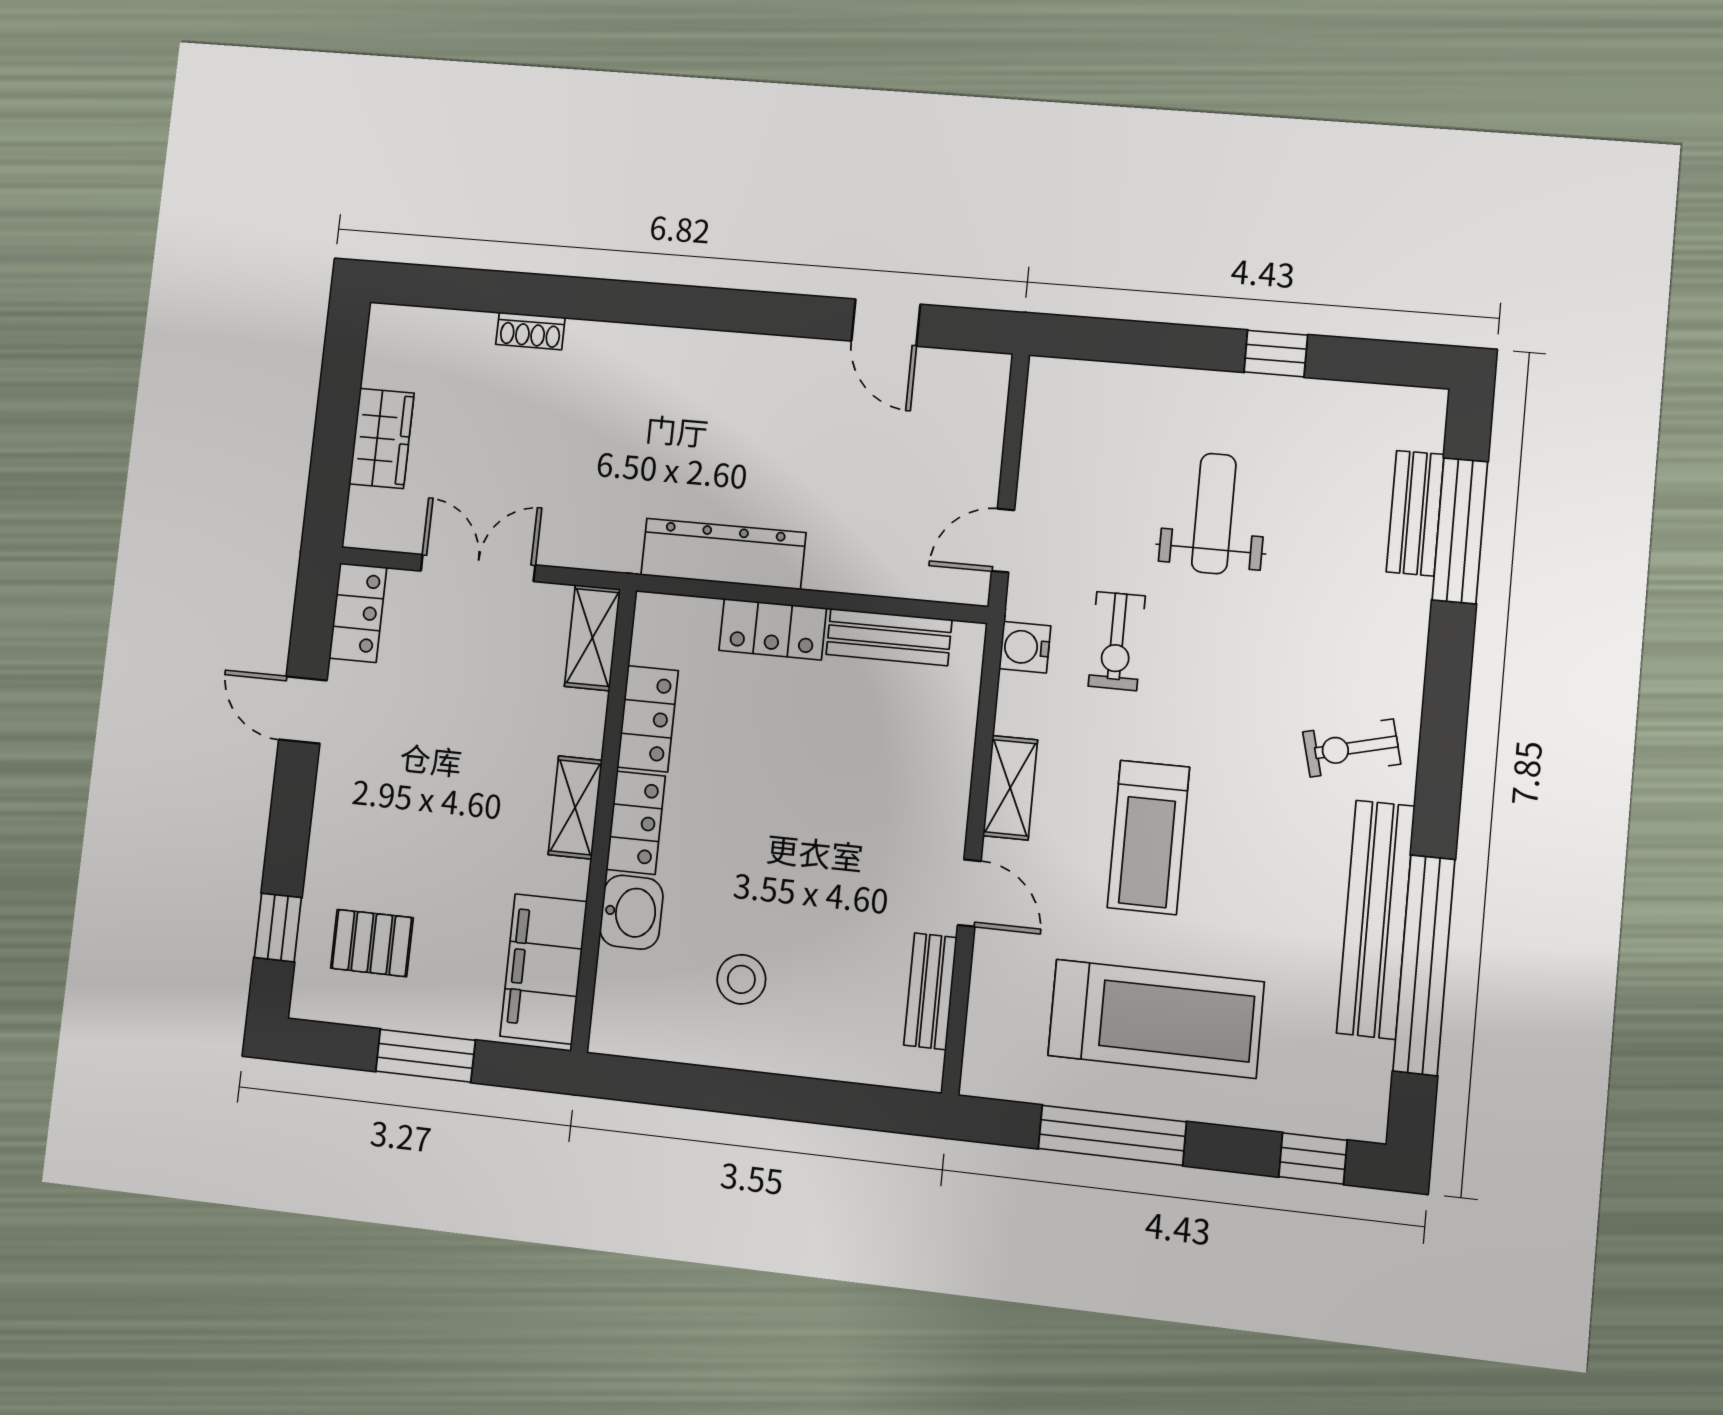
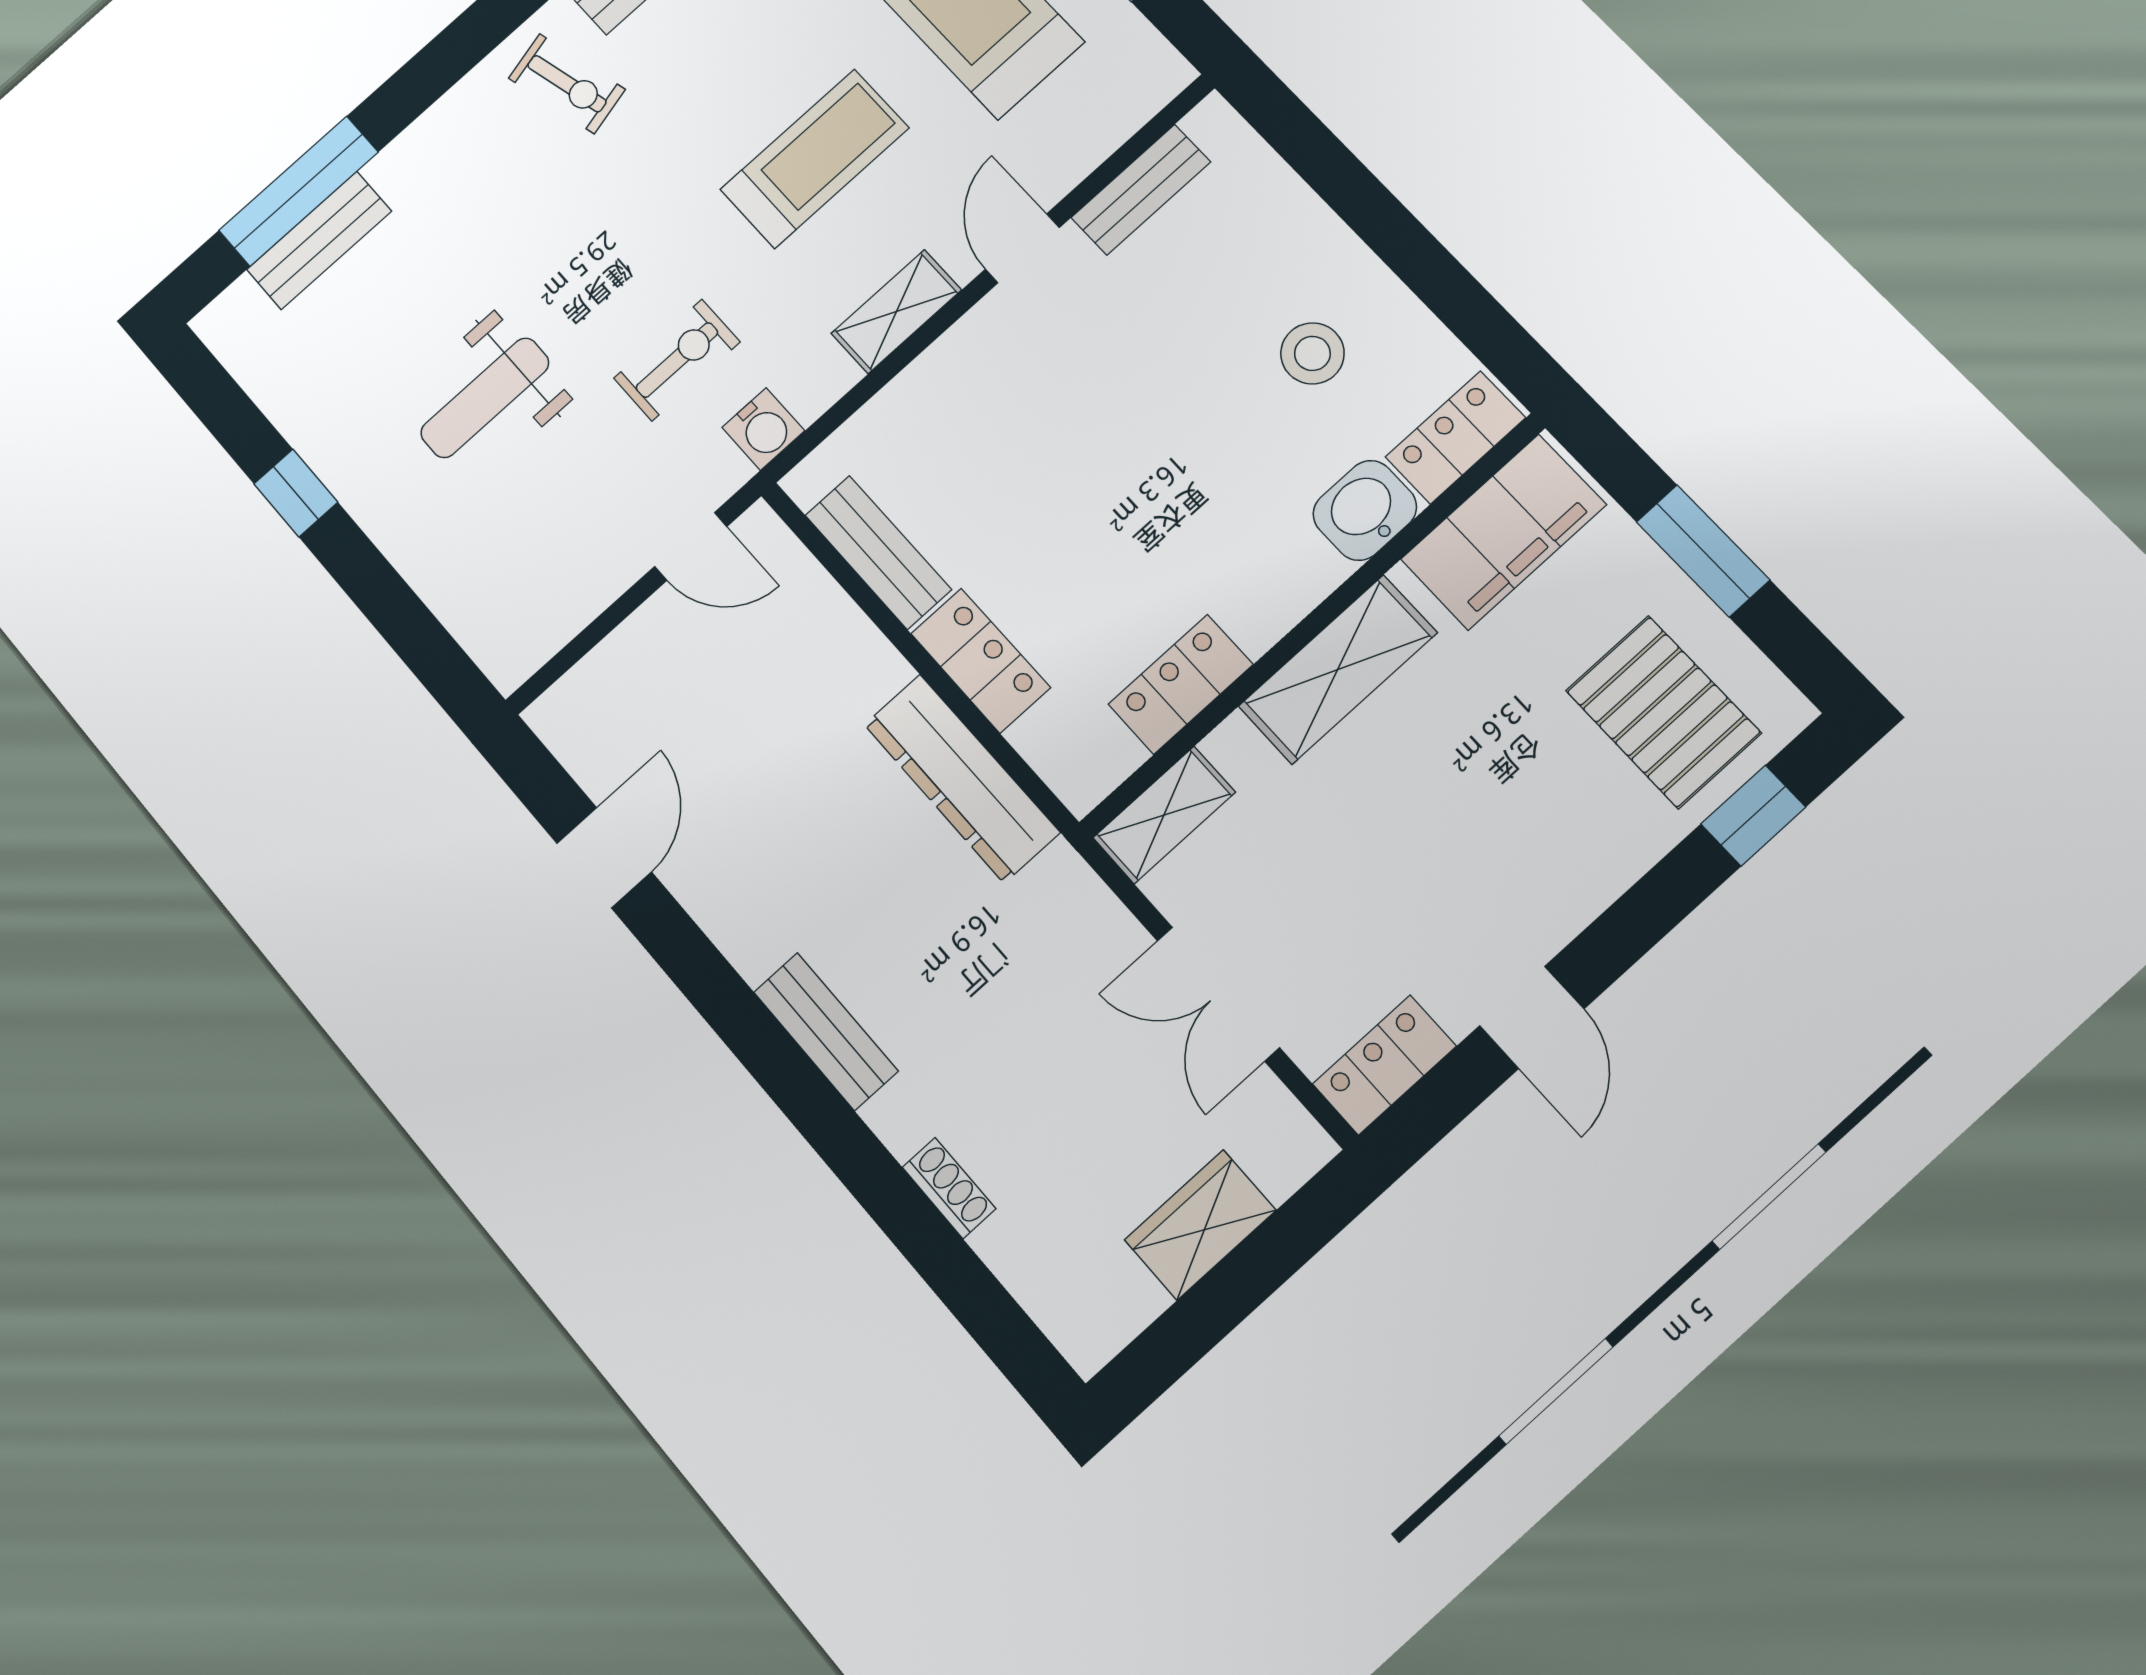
bench: (672, 348) -> (826, 1031), added
shelving: (575, 807) -> (1338, 669), width x1.50, depth x1.33
locker: (636, 823) -> (1455, 437), moved
pallet: (372, 943) -> (1663, 712), width x1.50, depth x1.42

